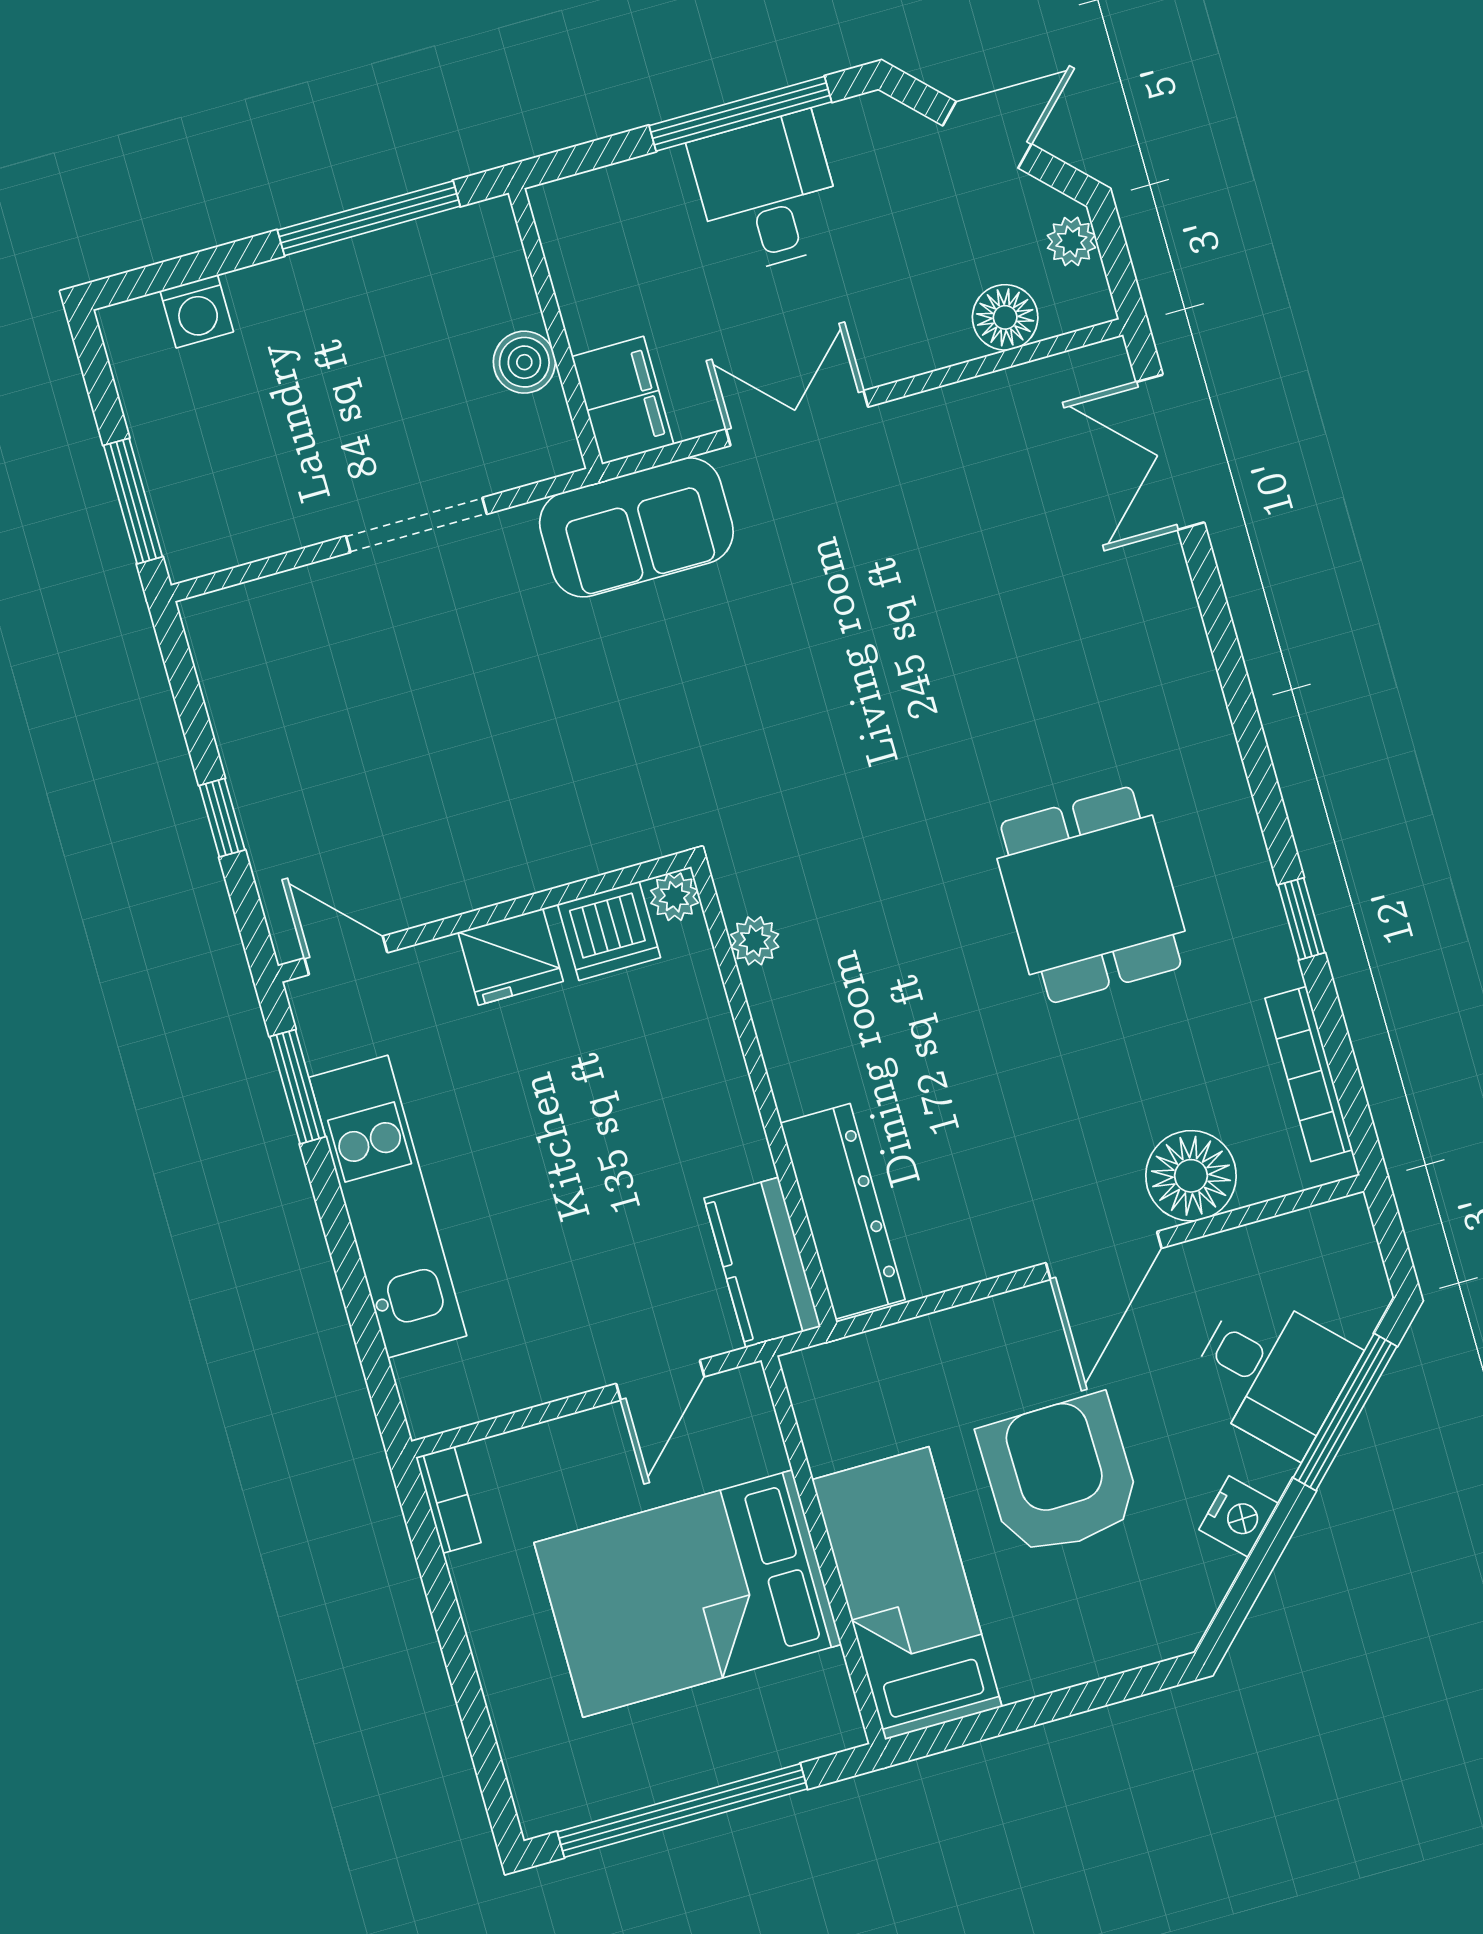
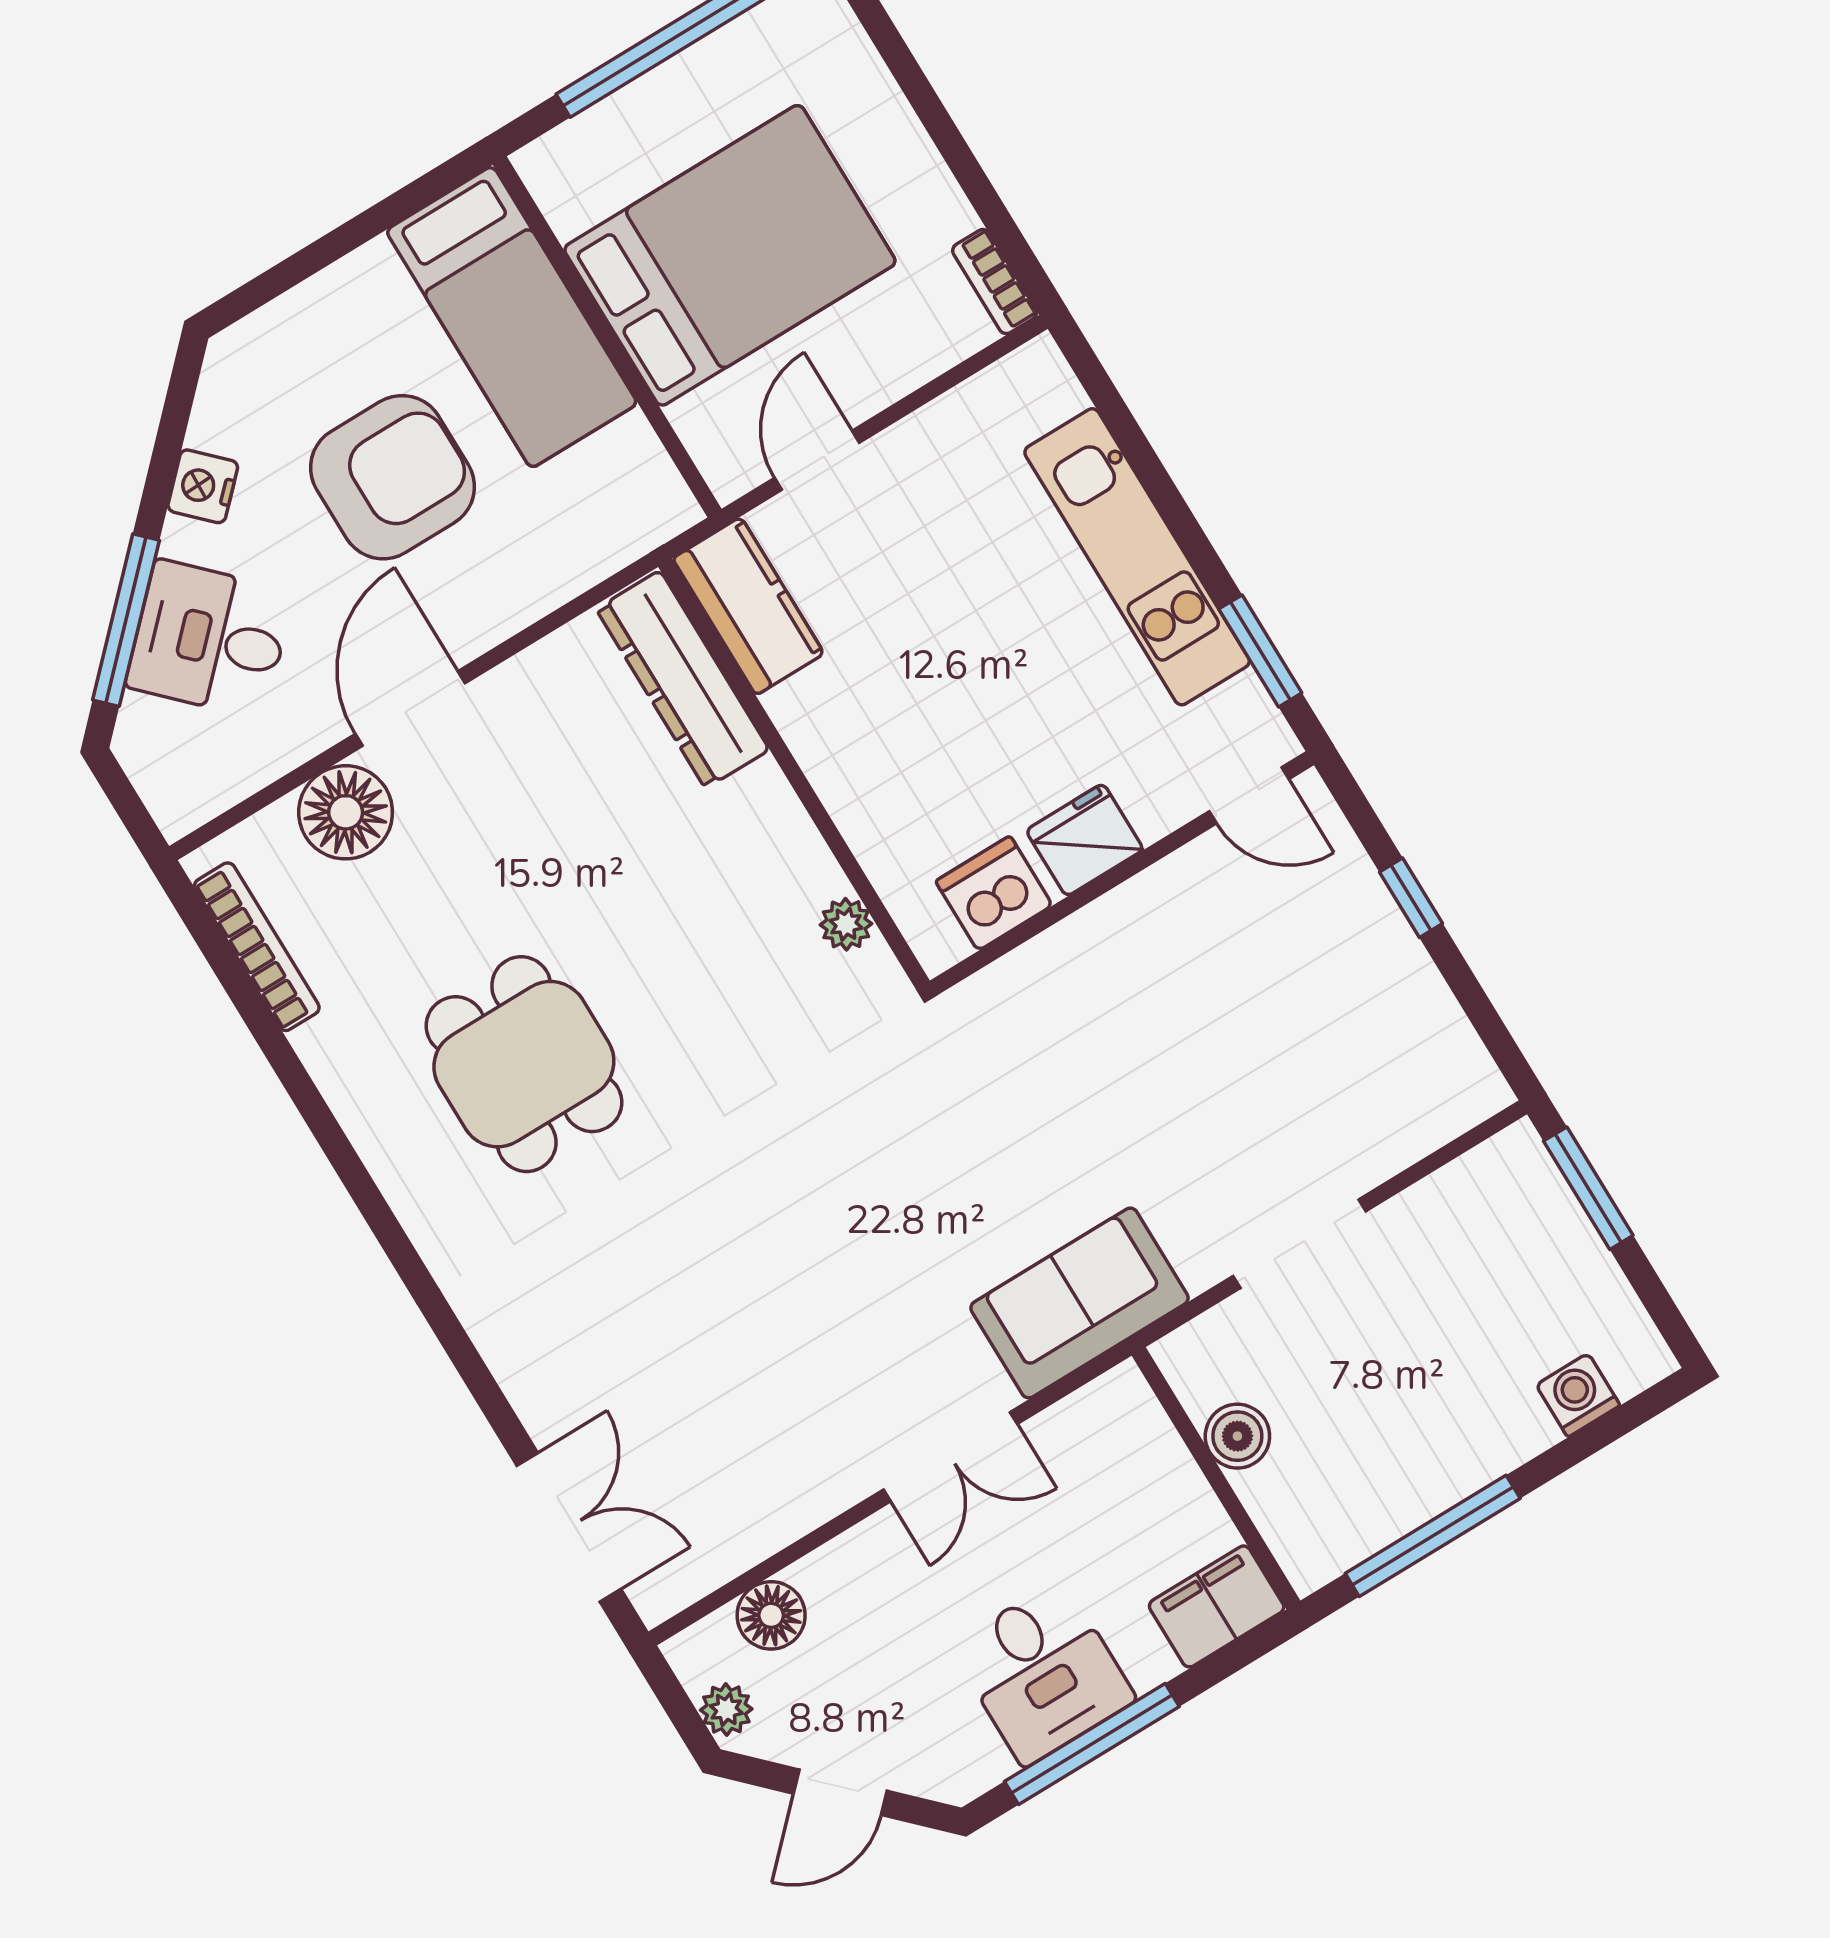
filing cabinet: (623, 400) -> (1217, 1606), moved, turned 90
plant: (674, 897) -> (938, 946), removed
window: (1301, 919) -> (308, 1099), removed
armchair: (1060, 1475) -> (393, 477), turned -89

